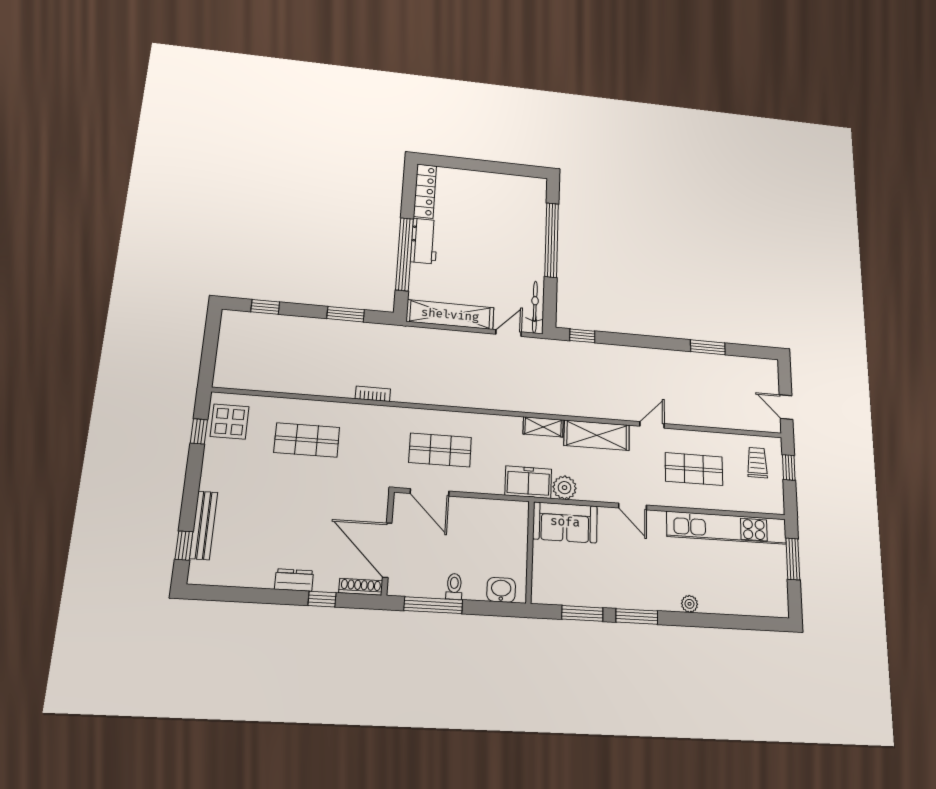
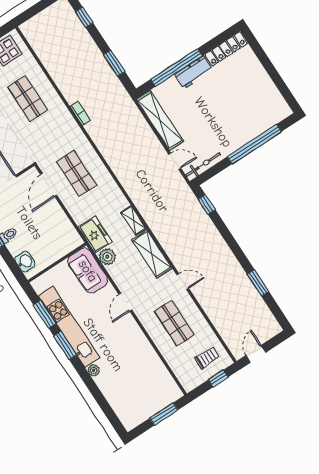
kitchen unit: (727, 528) -> (69, 327), moved, turned 180

